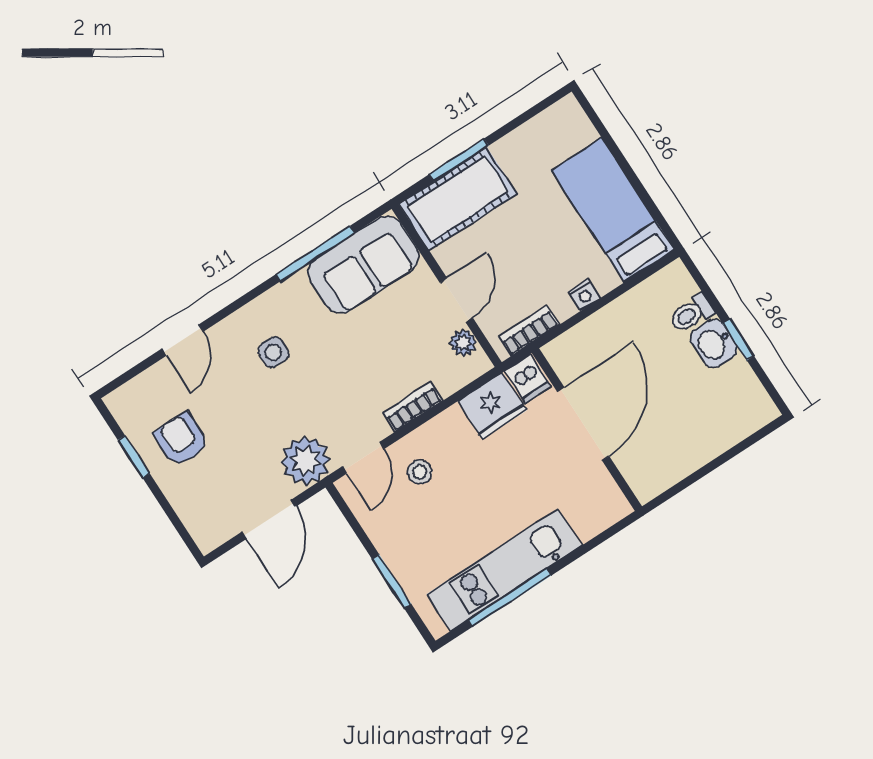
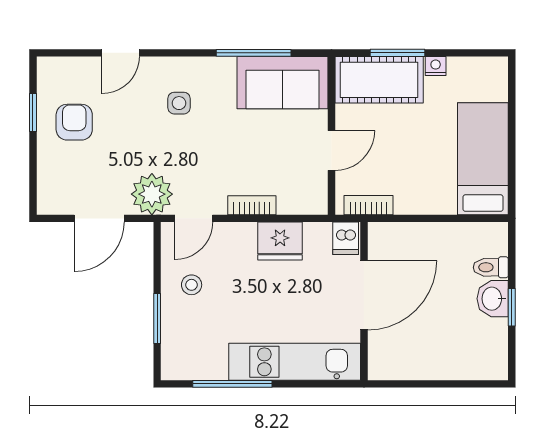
nightstand: (584, 295) -> (436, 66), moved, turned 180
plant: (463, 343) -> (317, 183), removed
fridge: (492, 406) -> (280, 241), moved
stool: (420, 472) -> (192, 285), moved
kitchen unit: (504, 570) -> (295, 362), moved

